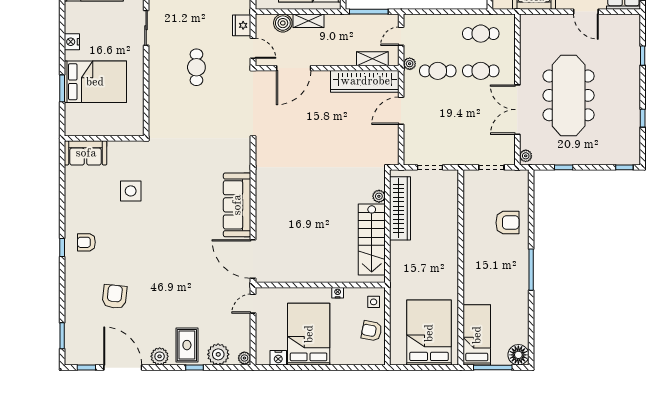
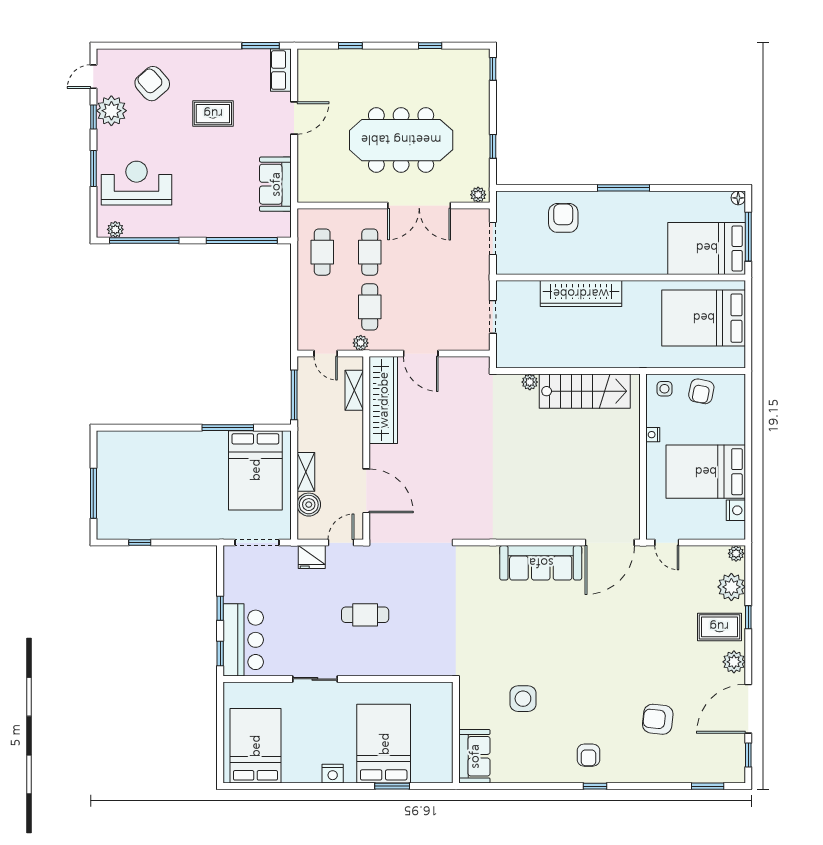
wardrobe: (400, 208) -> (581, 294), moved, turned 180
bed: (477, 335) -> (707, 248), width x1.50
floor lamp: (518, 355) -> (738, 198), width x0.53, depth x0.53

